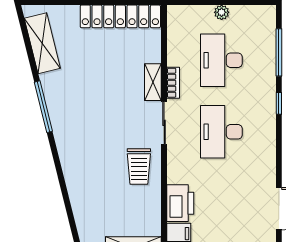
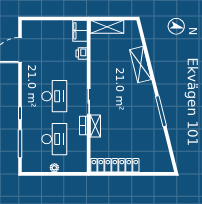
shelving: (42, 43) -> (140, 65), moved
trolley: (139, 167) -> (104, 75), removed
printer: (180, 203) -> (82, 53), width x0.53, depth x0.68

